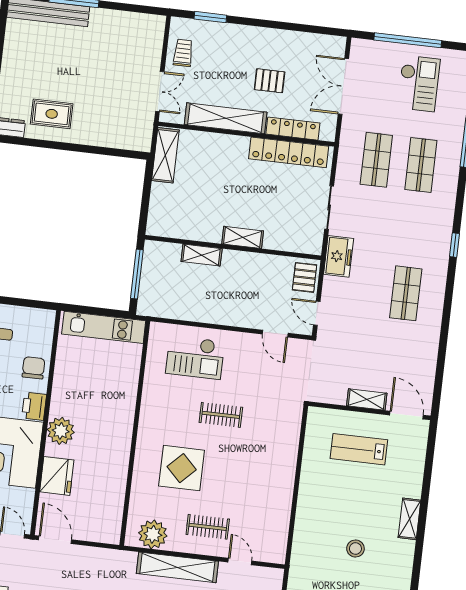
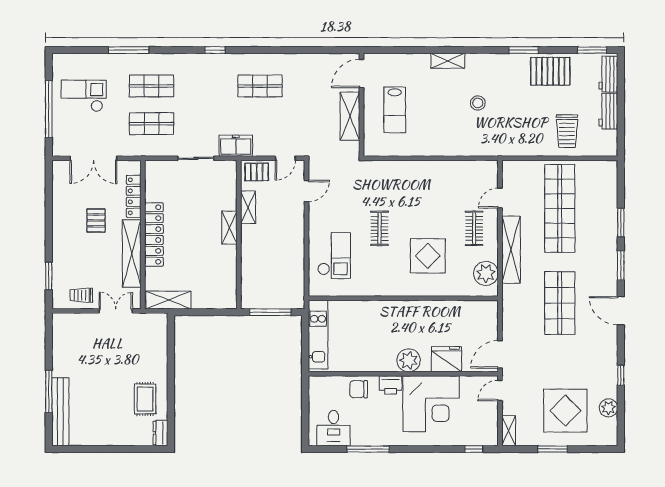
locker: (289, 152) -> (154, 235), moved
shelving: (202, 255) -> (248, 207), moved
shelving: (367, 399) -> (350, 116), width x1.50, depth x1.33

